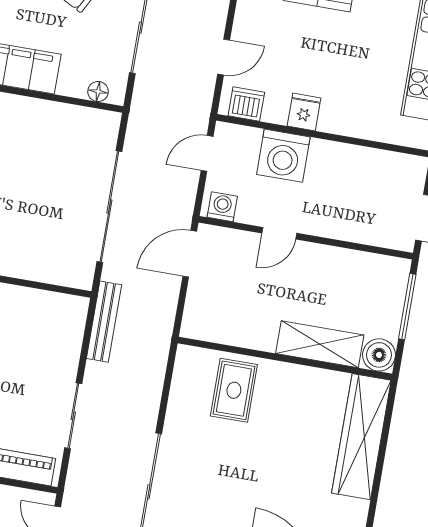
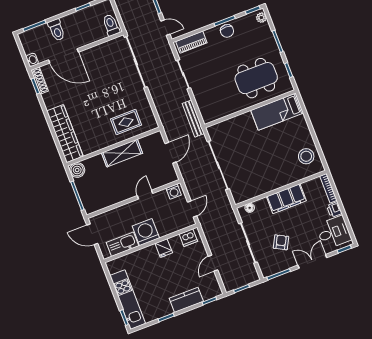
door: (224, 57) -> (213, 263), moved
washing machine: (283, 156) -> (146, 232), moved
kitchen sink: (377, 165) -> (122, 244), added
door: (190, 254) -> (171, 153), moved
shelving: (320, 344) -> (122, 153), moved
rug: (234, 390) -> (126, 122), turned 90

